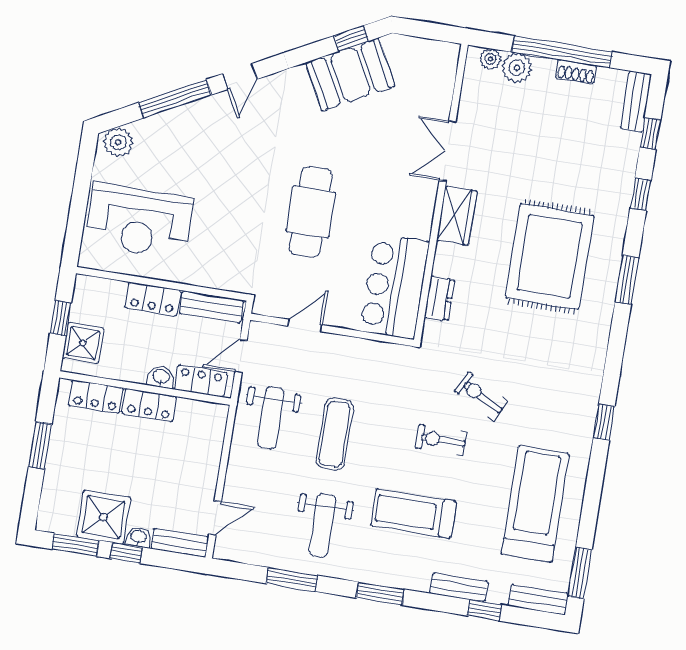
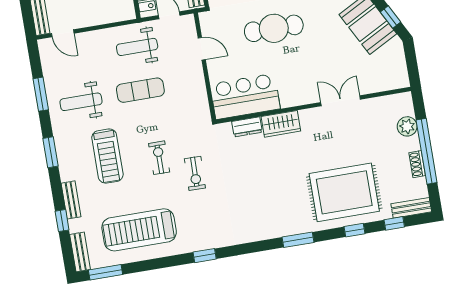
plant: (490, 59) -> (407, 108), removed
wardrobe: (457, 216) -> (281, 124), moved
rug: (550, 257) -> (344, 192), moved
exercise bike: (481, 396) -> (195, 173), turned 153
treadmill: (535, 504) -> (139, 230), turned 180
treadmill: (414, 514) -> (107, 156), turned 180

